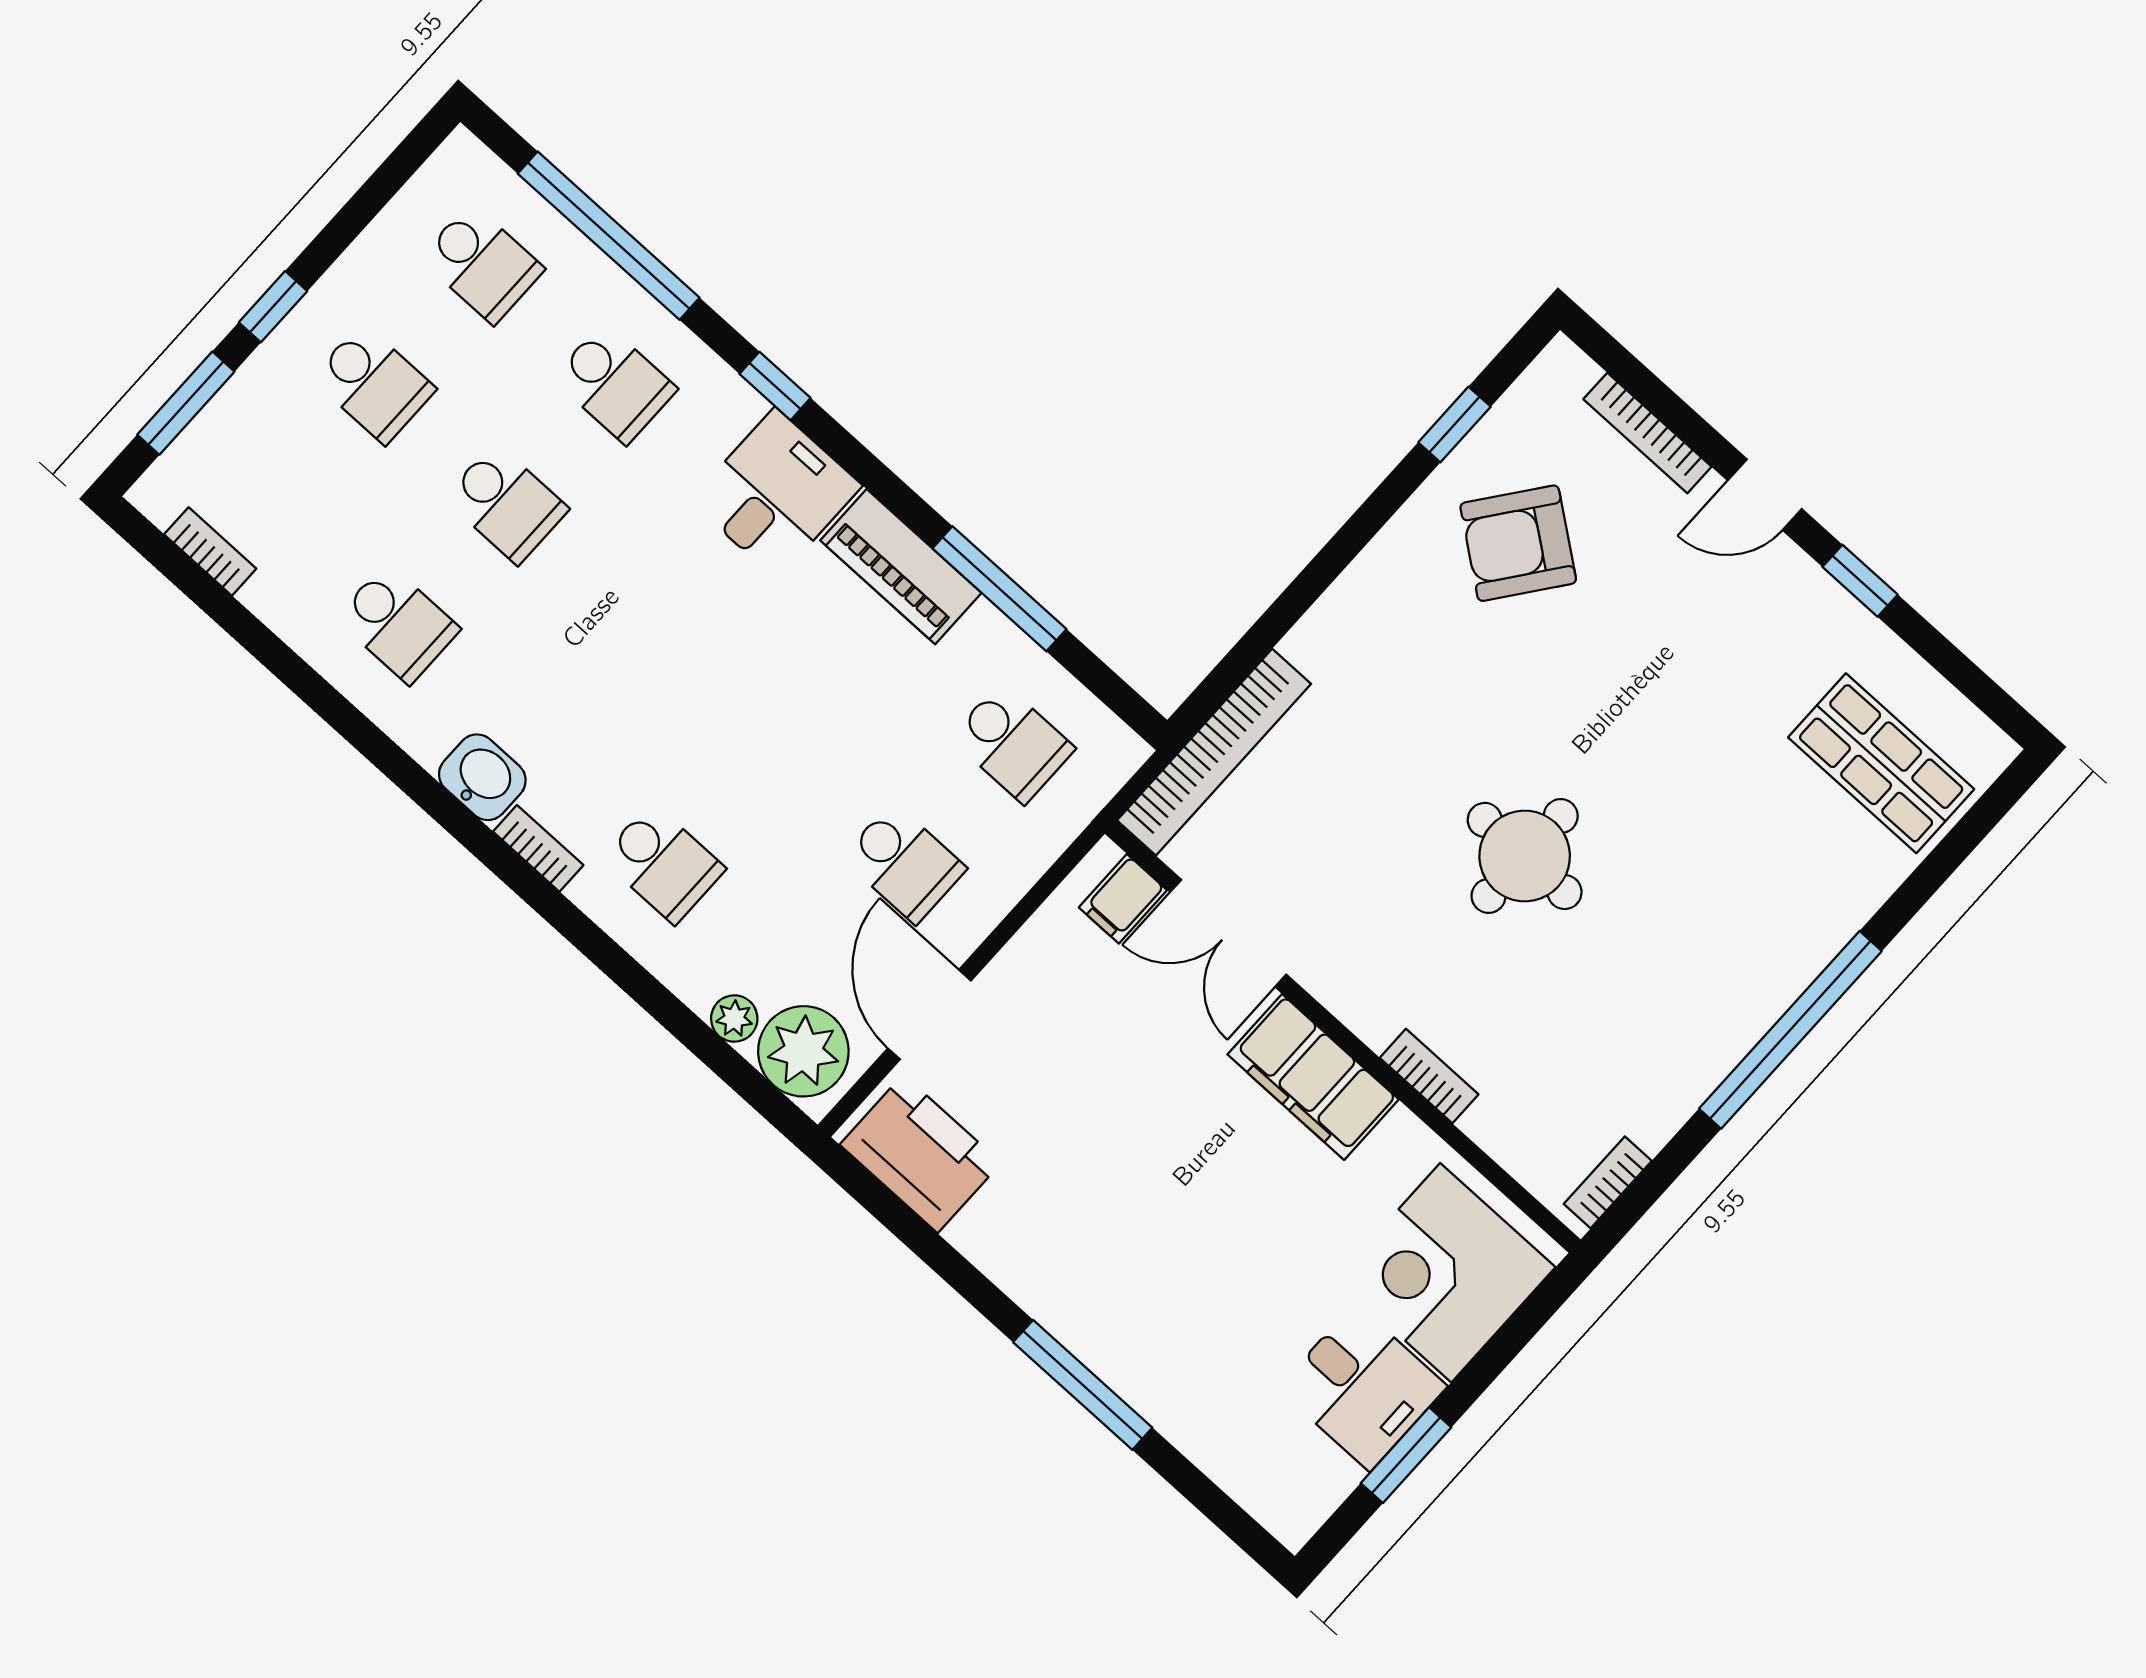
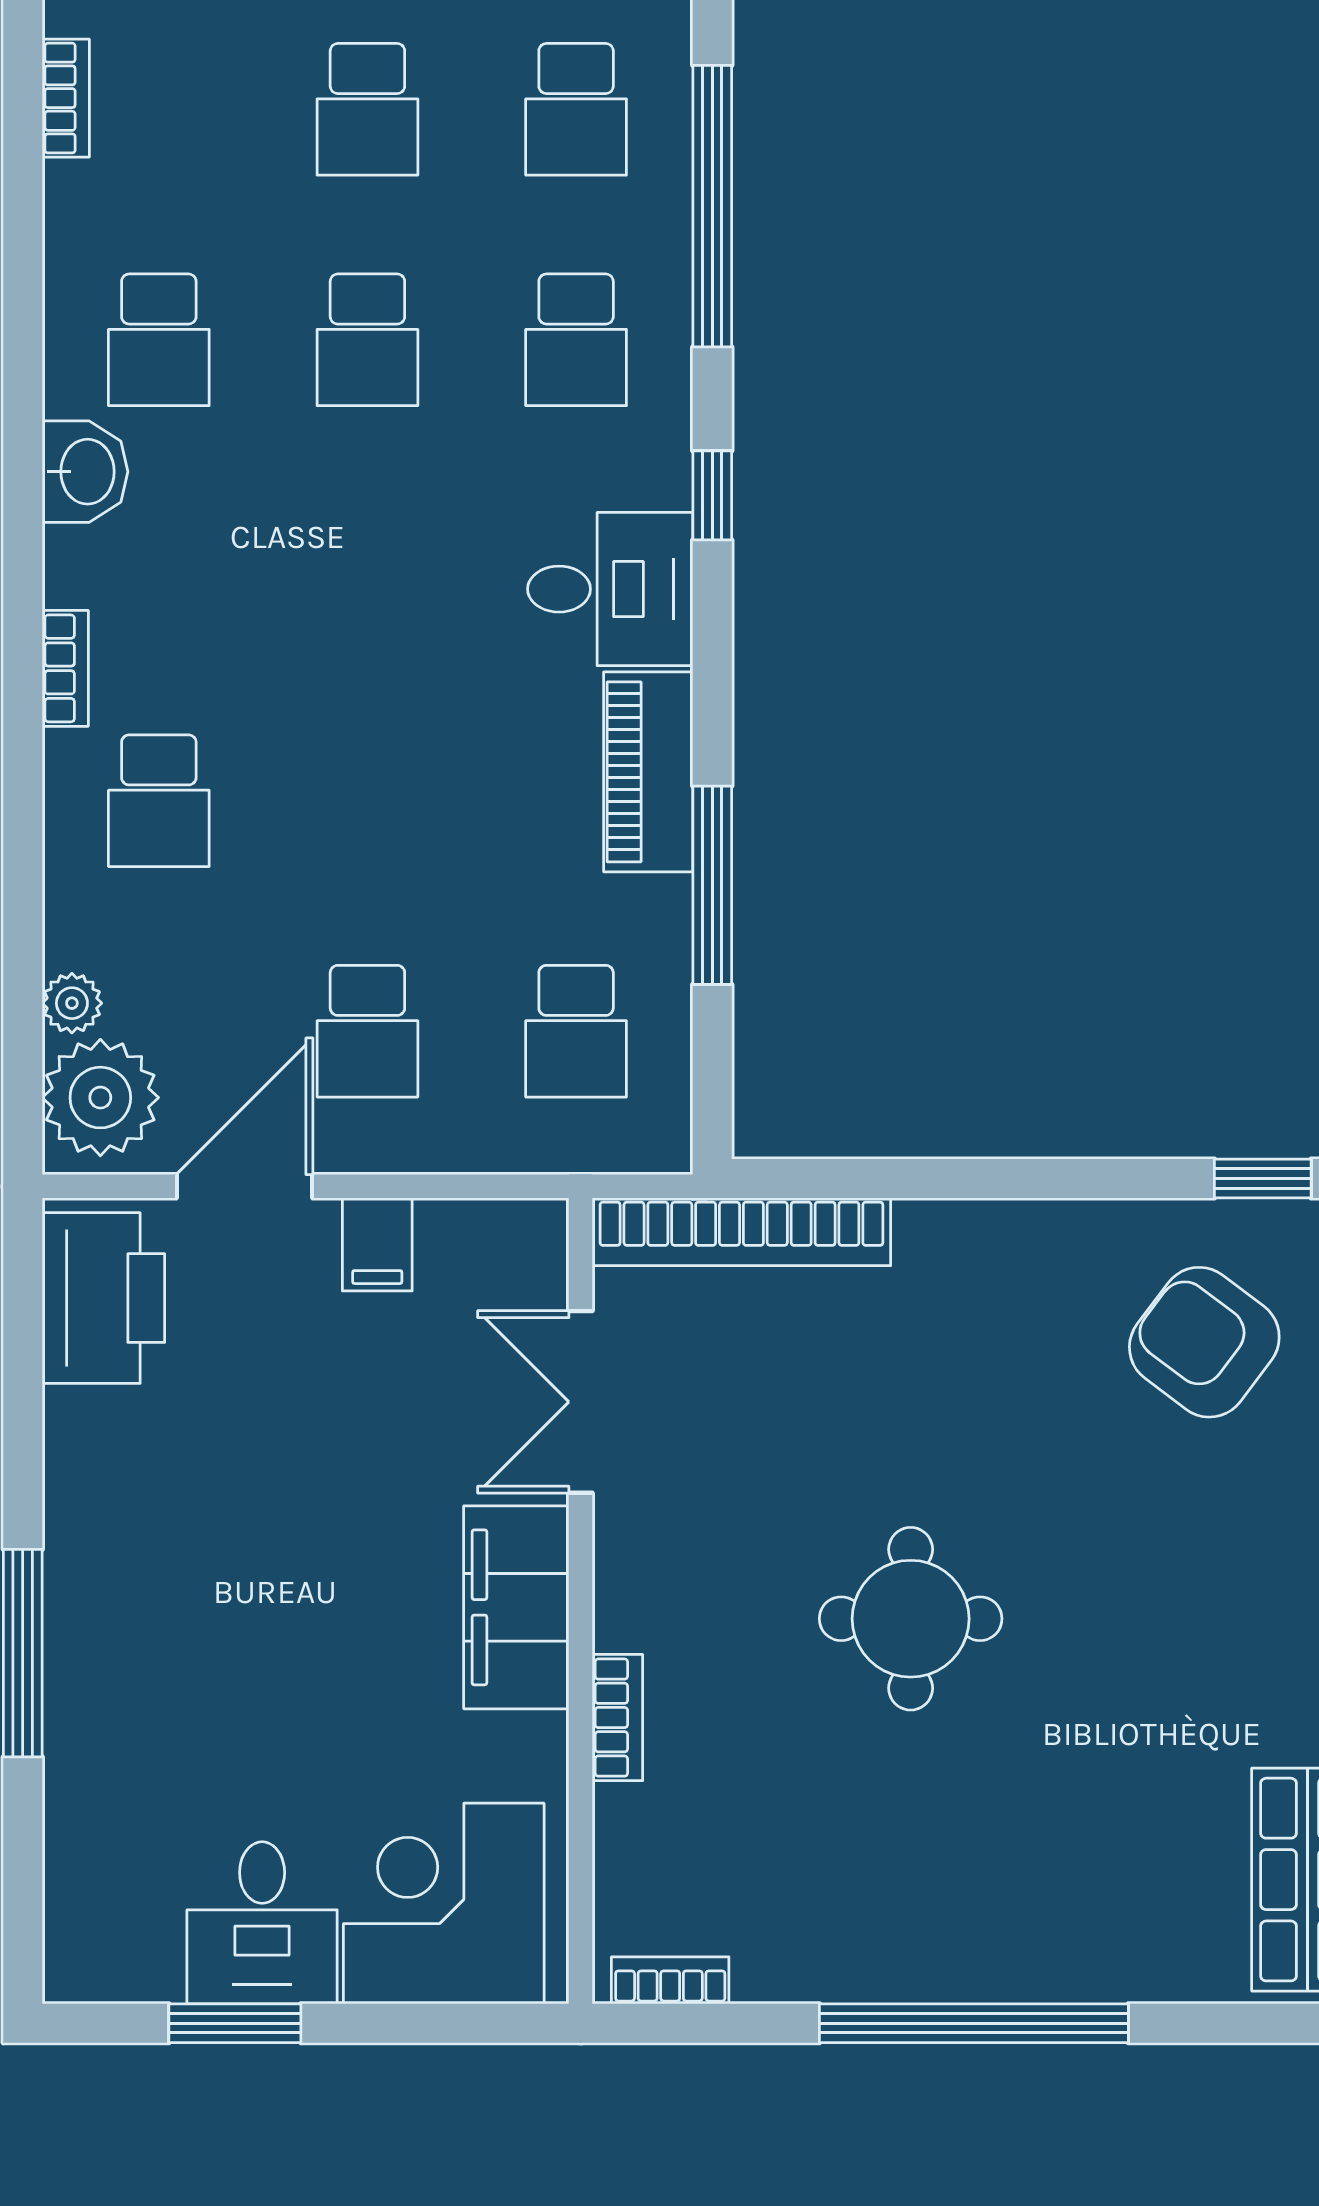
washbasin: (482, 777) -> (85, 472), moved
filing cabinet: (1123, 899) -> (377, 1244), moved, turned -90

